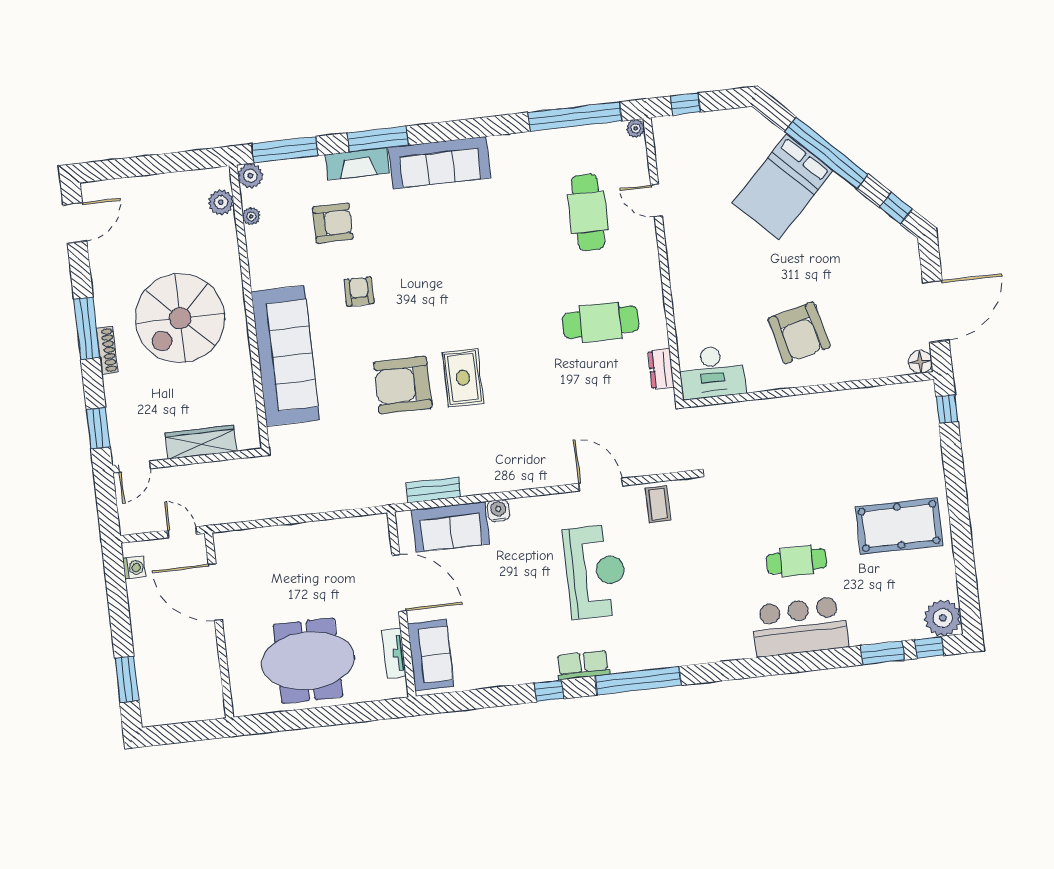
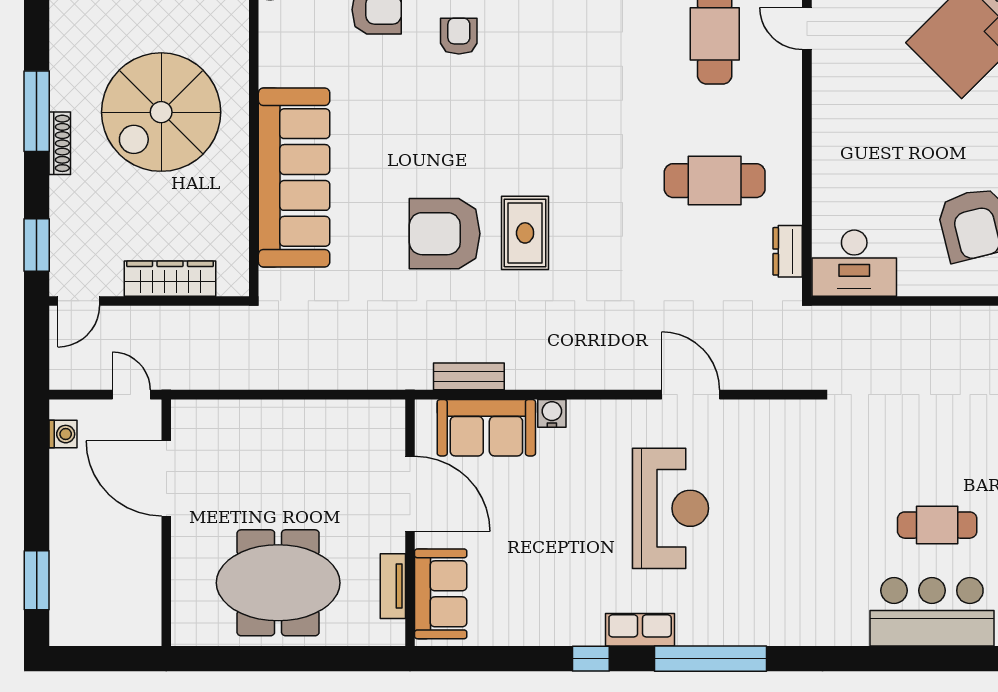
armchair: (359, 292) -> (459, 36), moved
coffee table: (658, 504) -> (763, 429), removed

